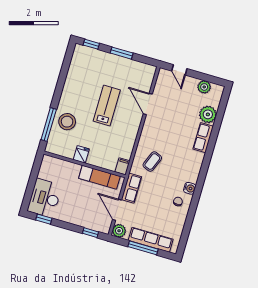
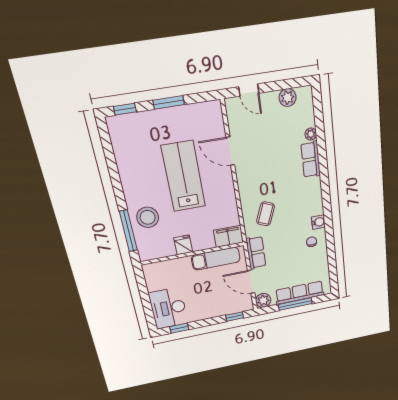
lab bench: (107, 105) -> (183, 176), width x1.36, depth x1.39
plant: (208, 114) -> (311, 134), width x0.53, depth x0.53
filing cabinet: (122, 166) -> (228, 236), width x2.00

